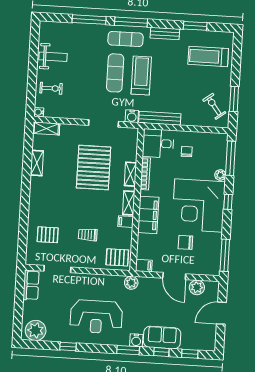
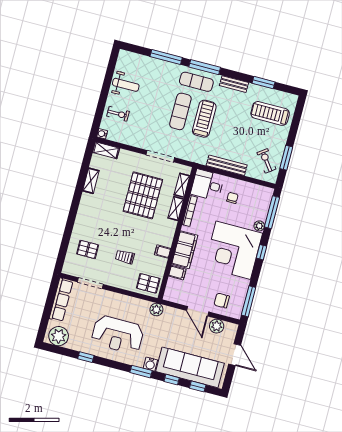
water cooler: (132, 116) -> (188, 155), removed
bench: (160, 118) -> (227, 165), moved
shelving: (129, 203) -> (182, 185), moved
chair: (185, 242) -> (222, 301), moved
filing cabinet: (144, 266) -> (177, 273), moved
row of seats: (31, 285) -> (61, 300), width x1.48
door: (221, 313) -> (235, 355), swing flipped
sofa: (162, 338) -> (190, 367), width x1.85, depth x1.27

